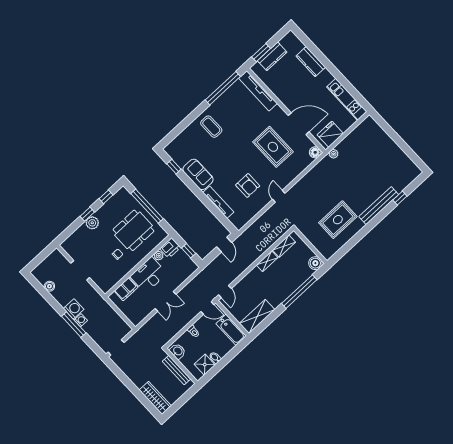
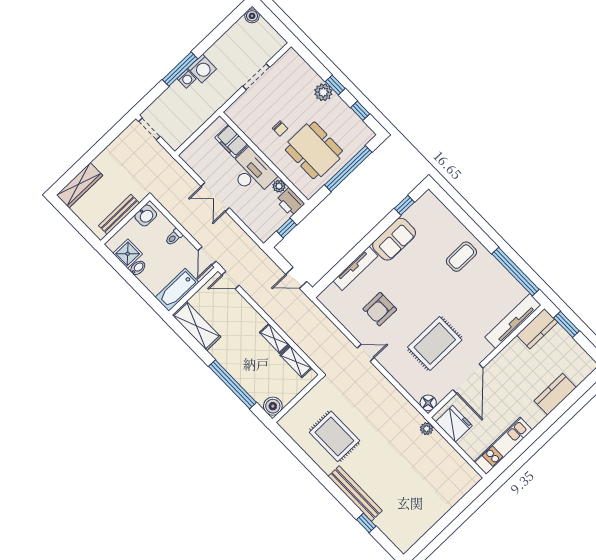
kitchen counter: (272, 56) -> (537, 329), moved, turned -90
boiler: (49, 286) -> (252, 16), moved

